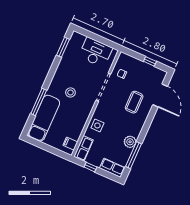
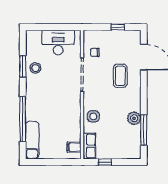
window: (63, 47) -> (23, 66), moved
stool: (70, 92) -> (35, 68), moved
window: (39, 102) -> (23, 119), width x1.46
exam couch: (44, 118) -> (32, 140), width x0.73, depth x0.69
row of seats: (112, 168) -> (128, 153), removed

